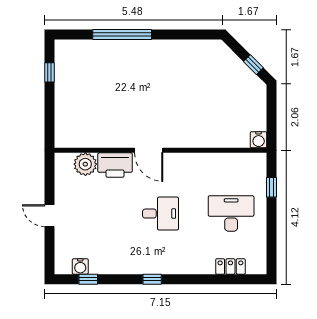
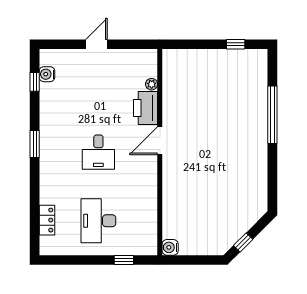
plant: (85, 164) -> (152, 84), width x0.53, depth x0.53
desk: (231, 214) -> (98, 221), turned 180
window: (152, 279) -> (35, 144), width x1.50

